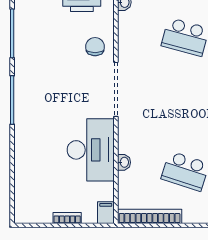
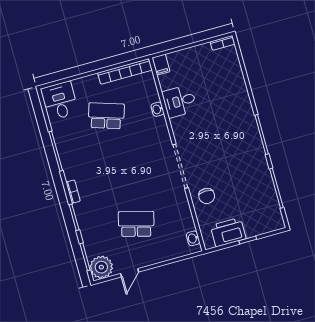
desk: (91, 150) -> (180, 101), width x0.53, depth x0.77
bookcase: (67, 218) -> (223, 43), moved

